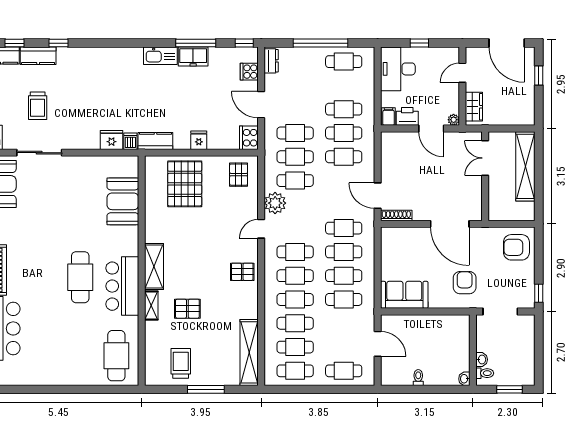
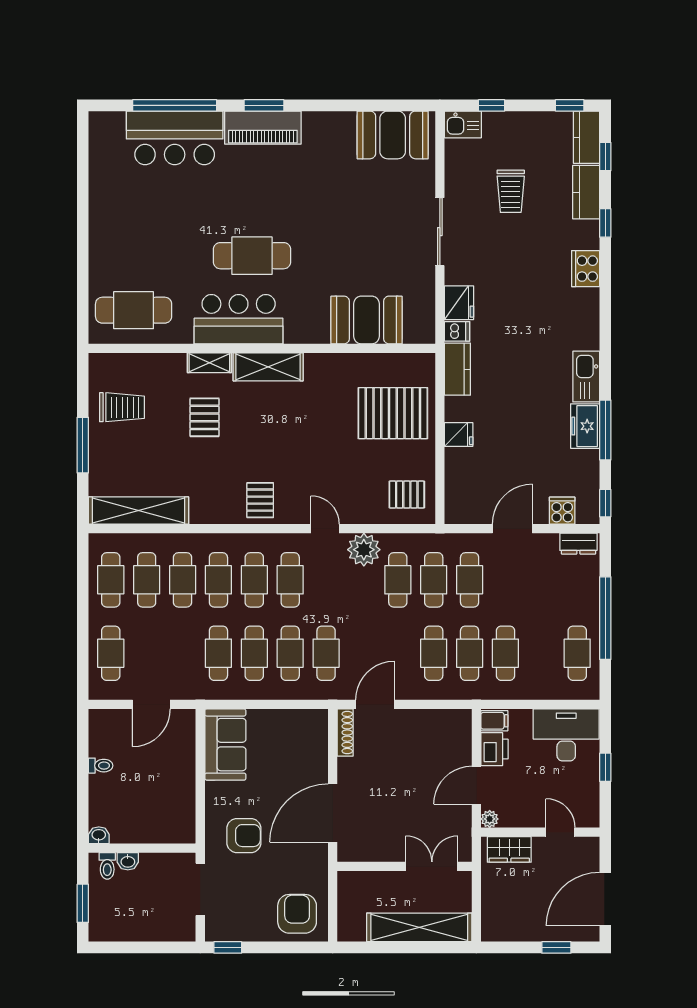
trolley: (38, 106) -> (511, 191), turned -90
cooker: (249, 138) -> (586, 269), moved, turned -90
sliding door: (39, 153) -> (440, 232), moved

